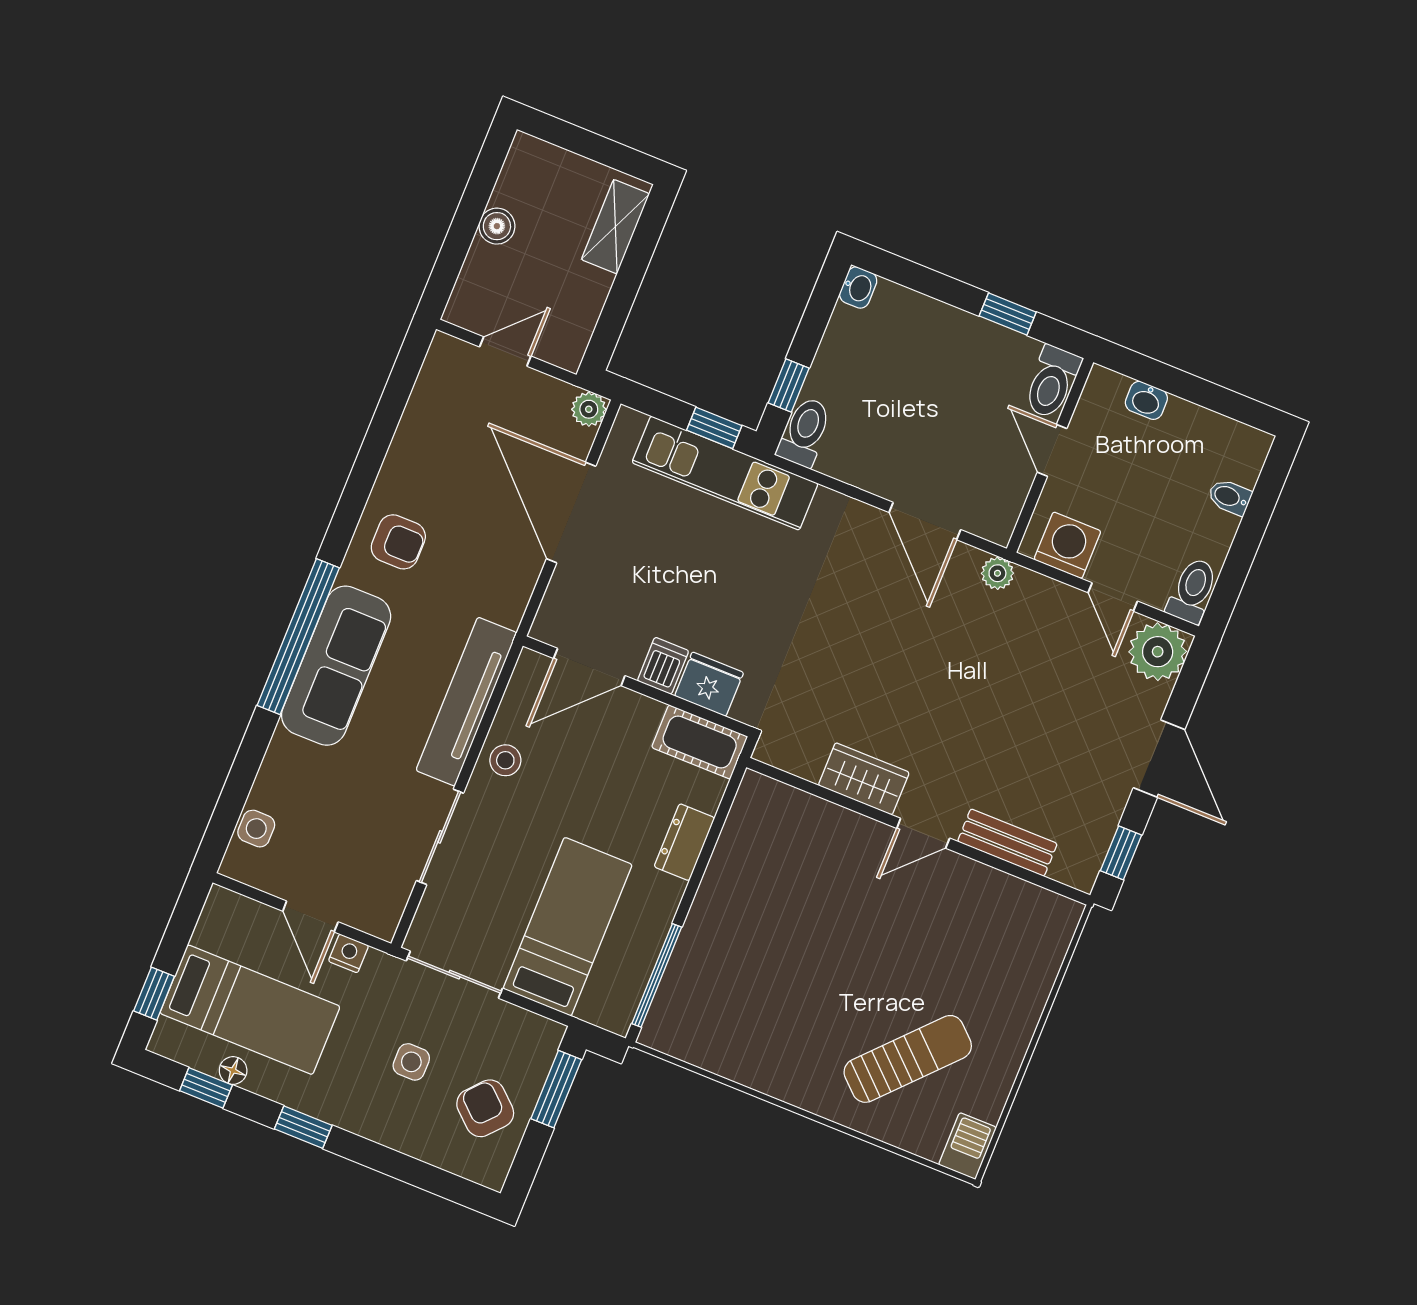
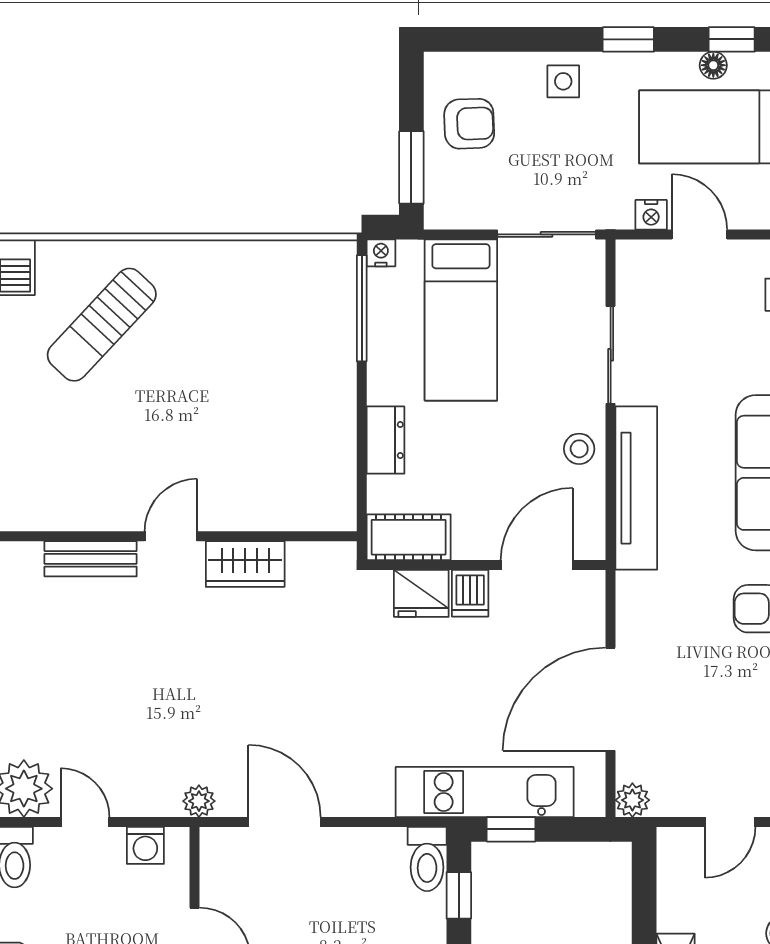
door: (571, 513) -> (611, 699), swing flipped
washing machine: (1067, 545) -> (145, 845), width x0.73, depth x0.73
nightstand: (617, 1020) -> (381, 253), added
side table: (411, 1062) -> (563, 81), moved
armchair: (485, 1108) -> (469, 124), turned -44

